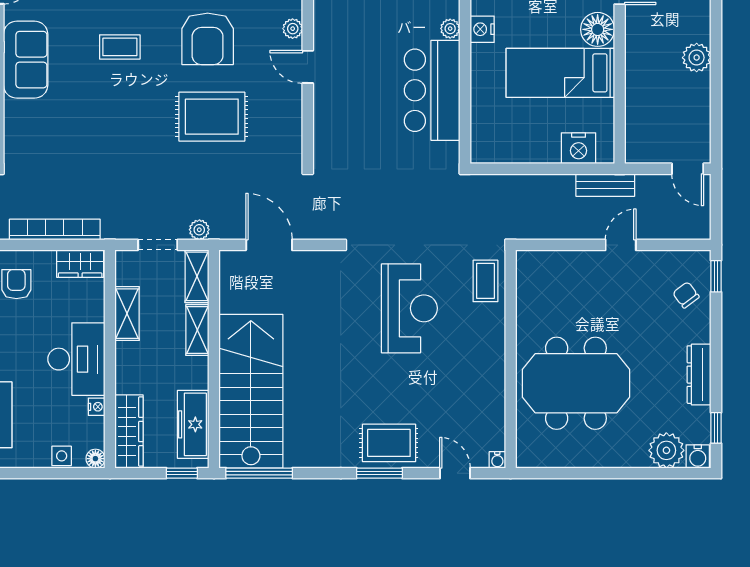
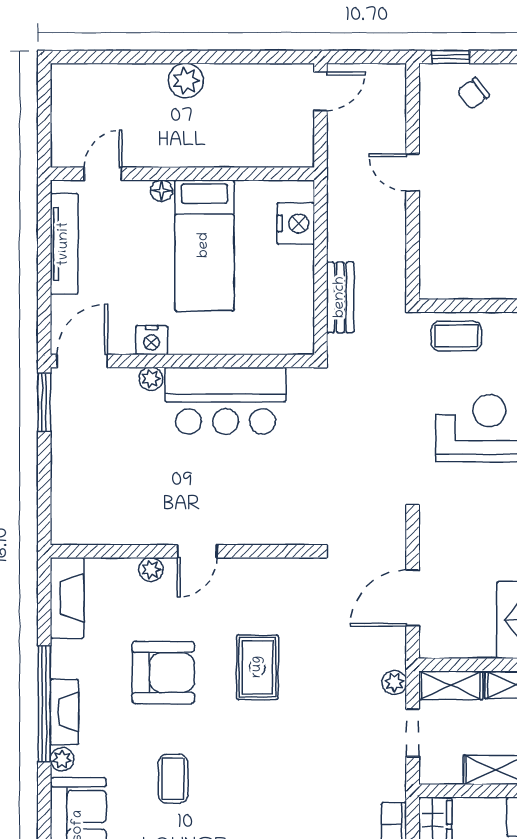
floor lamp: (598, 29) -> (162, 191), width x0.53, depth x0.53
rug: (212, 117) -> (257, 667), width x0.73, depth x0.70
bench: (605, 185) -> (340, 297), moved

